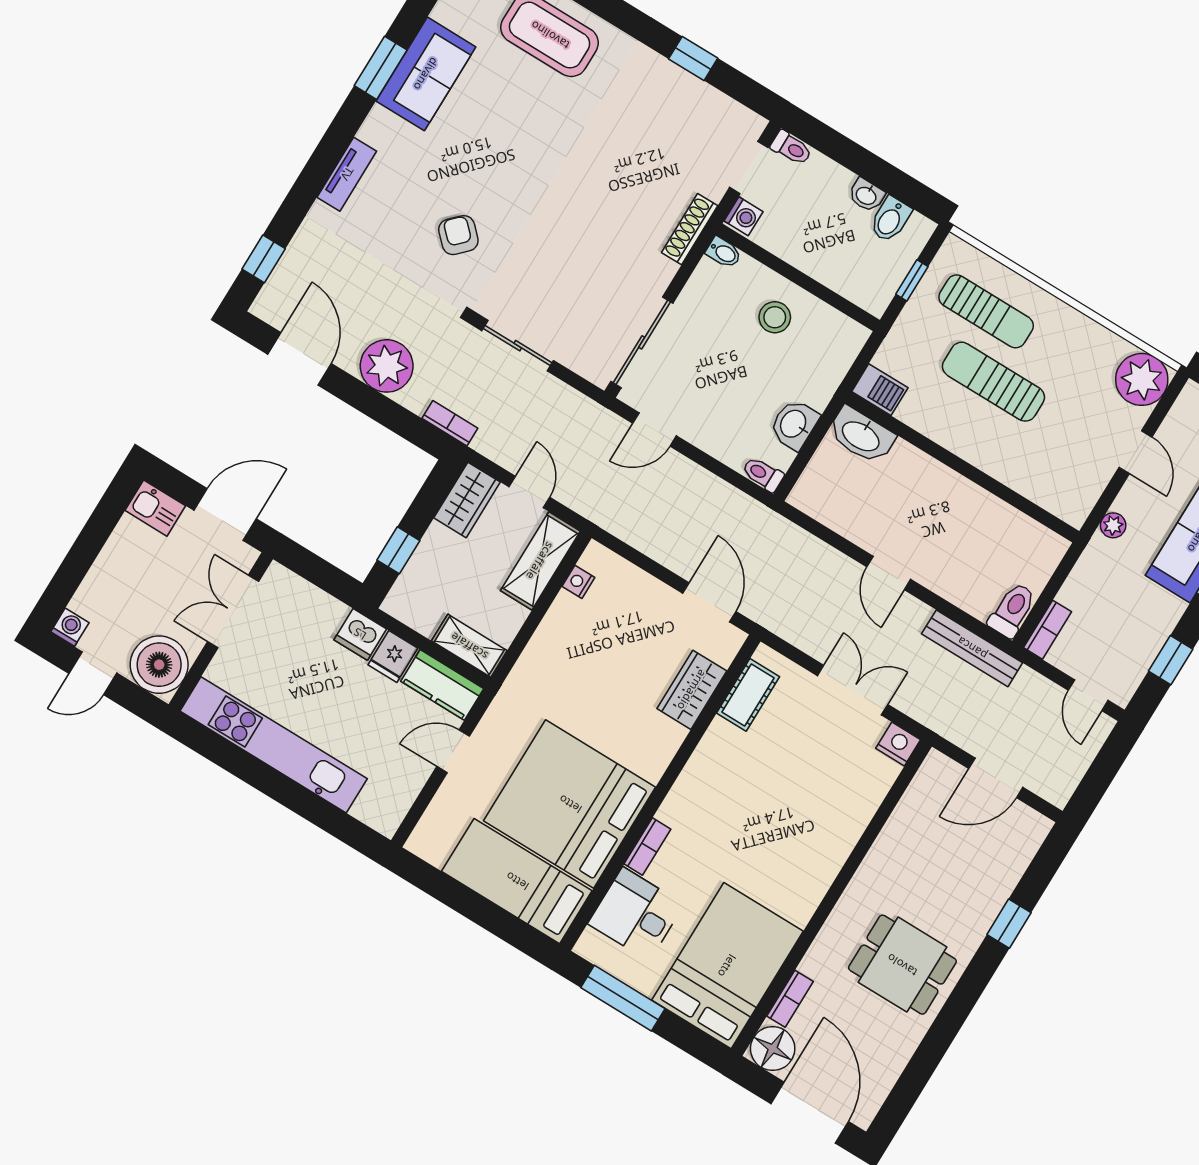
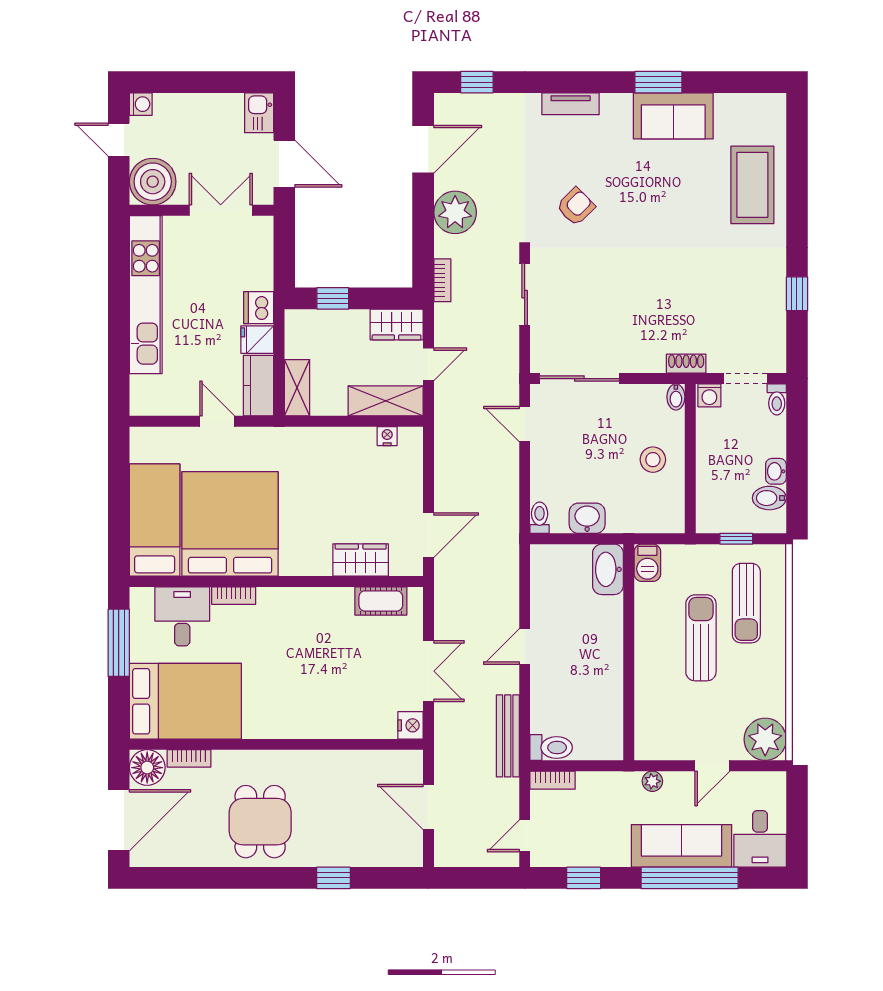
shoe rack: (690, 229) -> (686, 364), width x0.70

